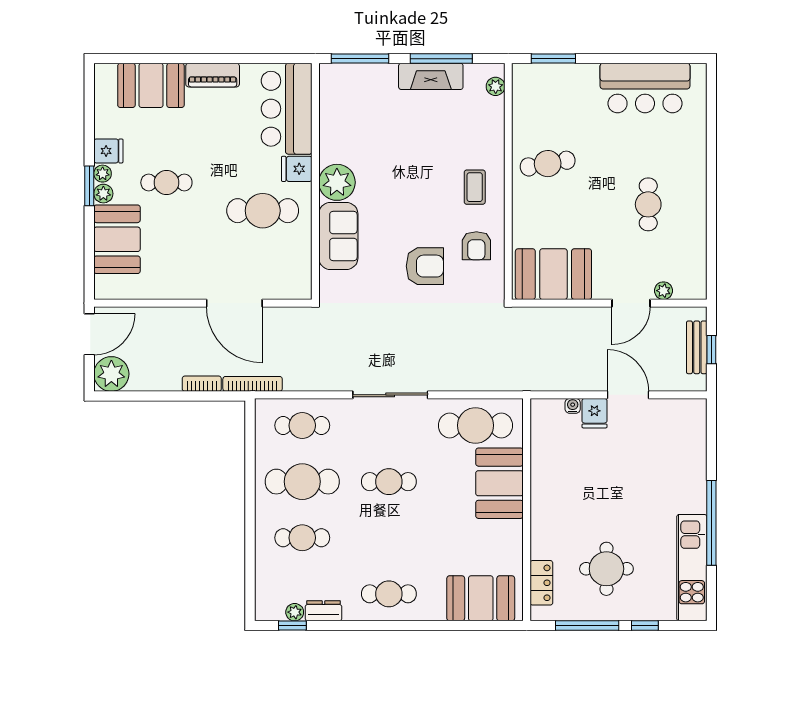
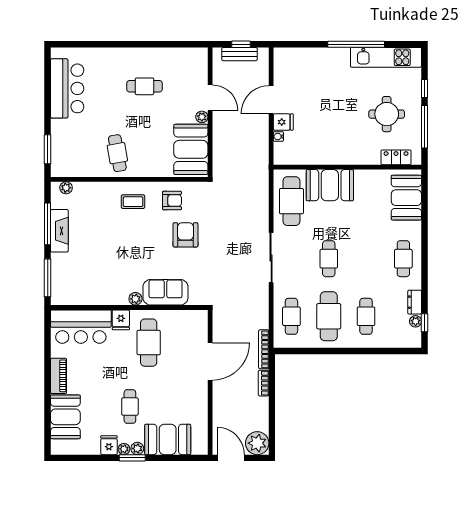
plant: (337, 182) -> (135, 299), width x0.53, depth x0.53
plant: (663, 291) -> (202, 117), moved

